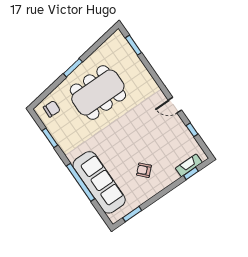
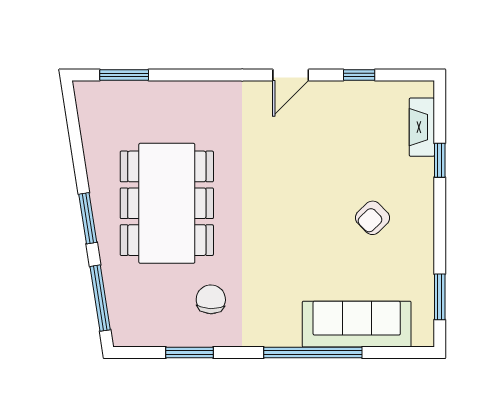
window: (47, 92) -> (100, 298), added
chair: (52, 109) -> (211, 299), moved
window: (191, 173) -> (440, 160), moved
sofa: (99, 182) -> (357, 324), width x0.74, depth x0.79

